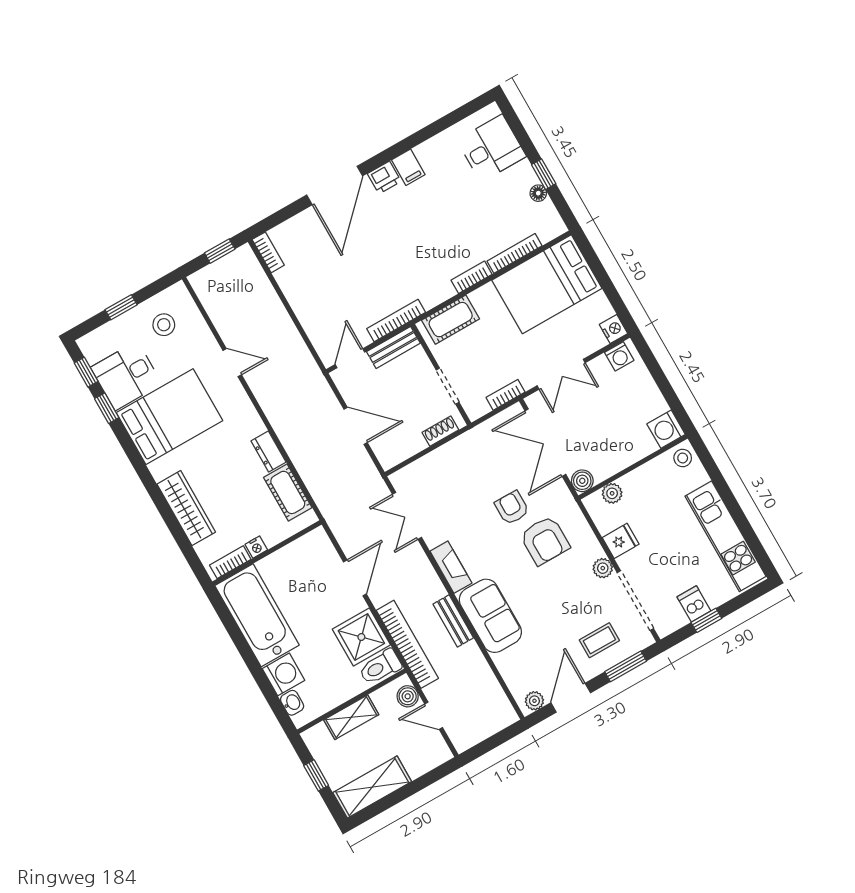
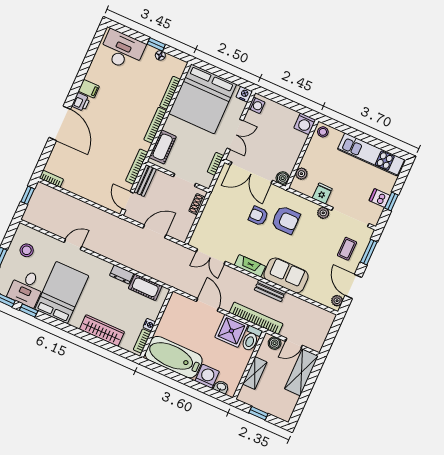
desk: (492, 148) -> (122, 50), width x1.37
bookcase: (472, 277) -> (155, 125), width x1.56
bed: (547, 284) -> (203, 99), width x1.36
shelving: (372, 787) -> (301, 372), moved

